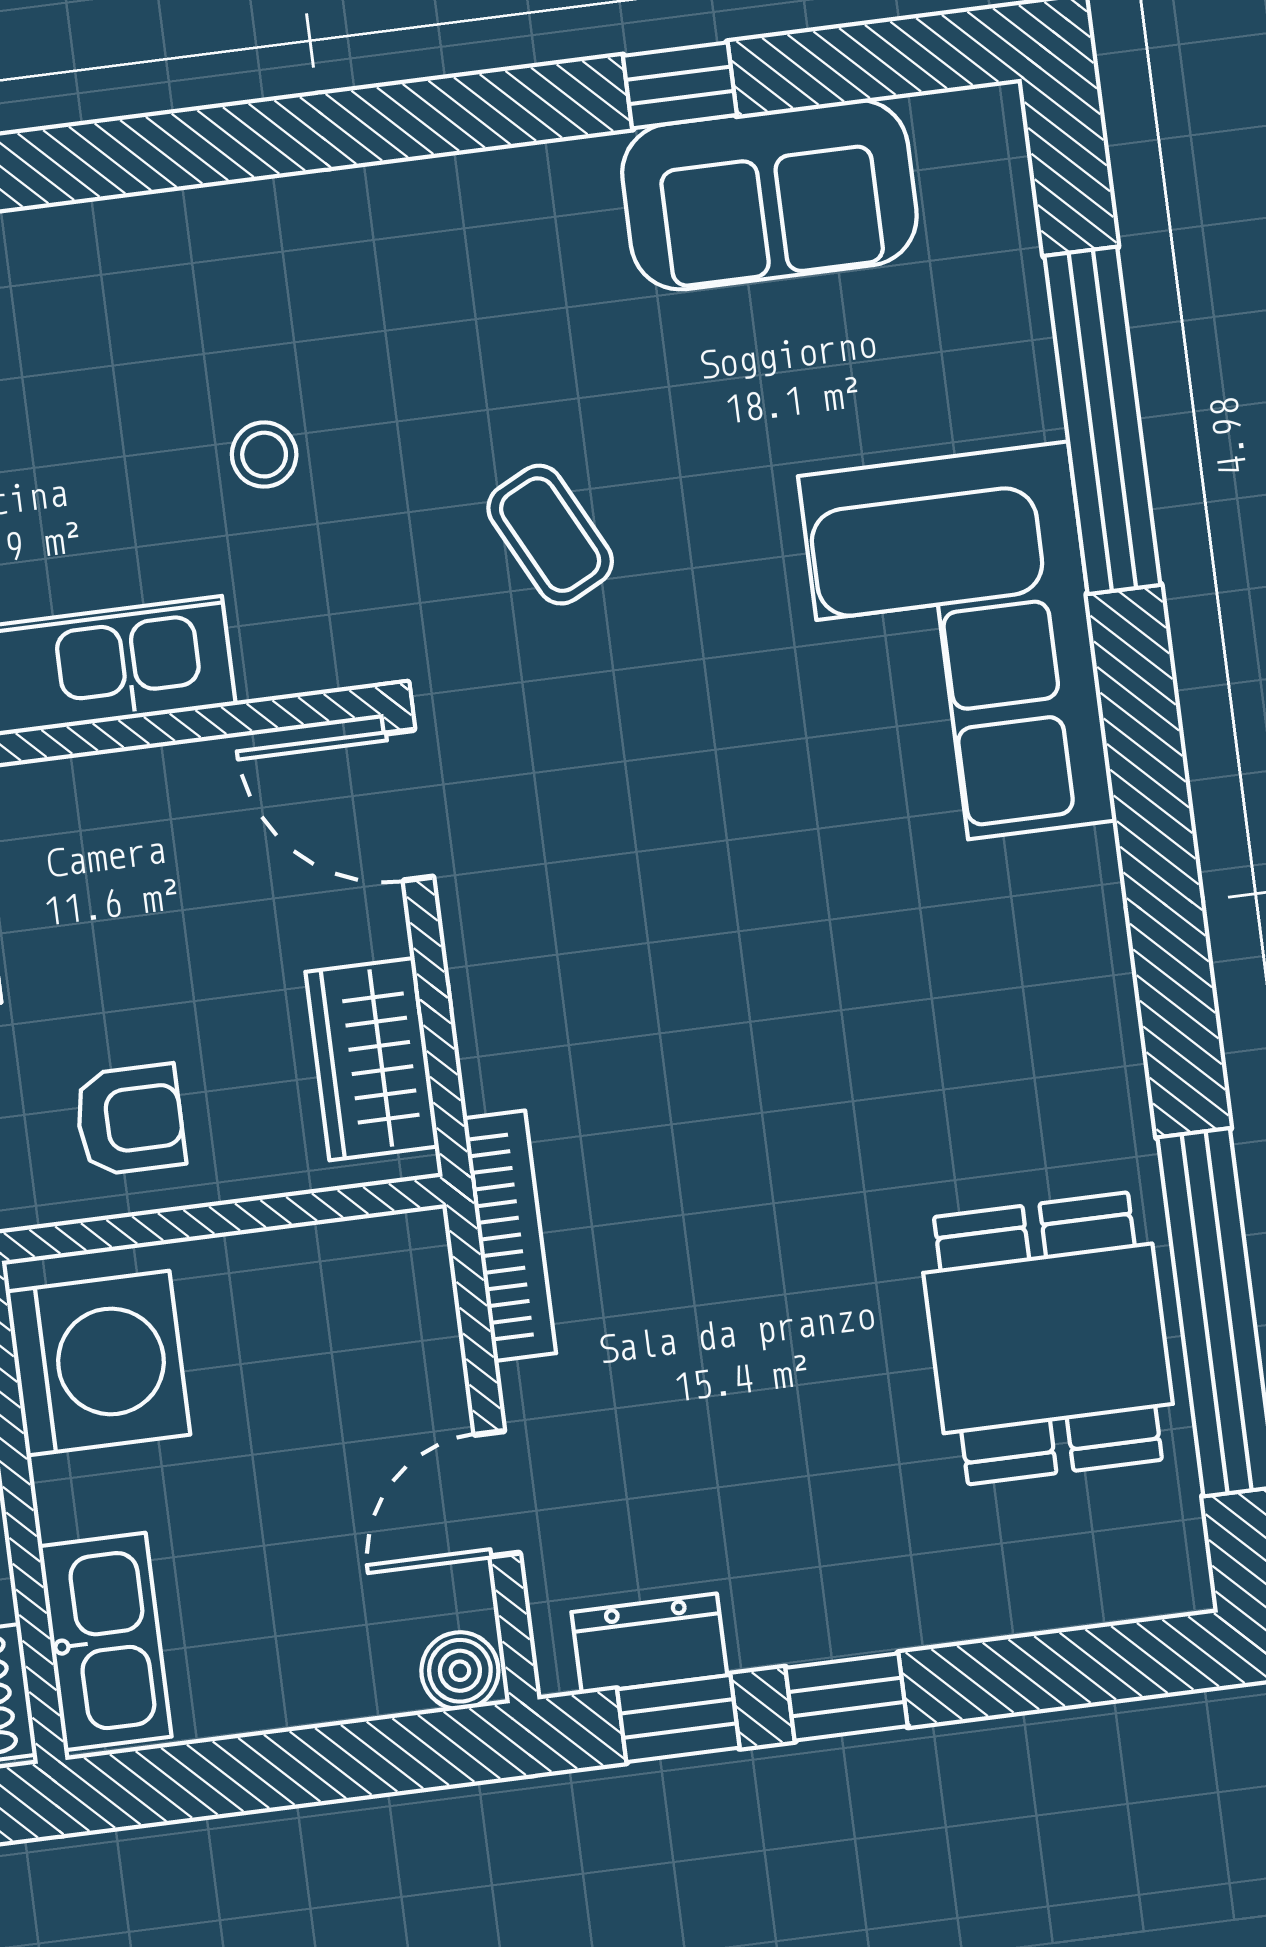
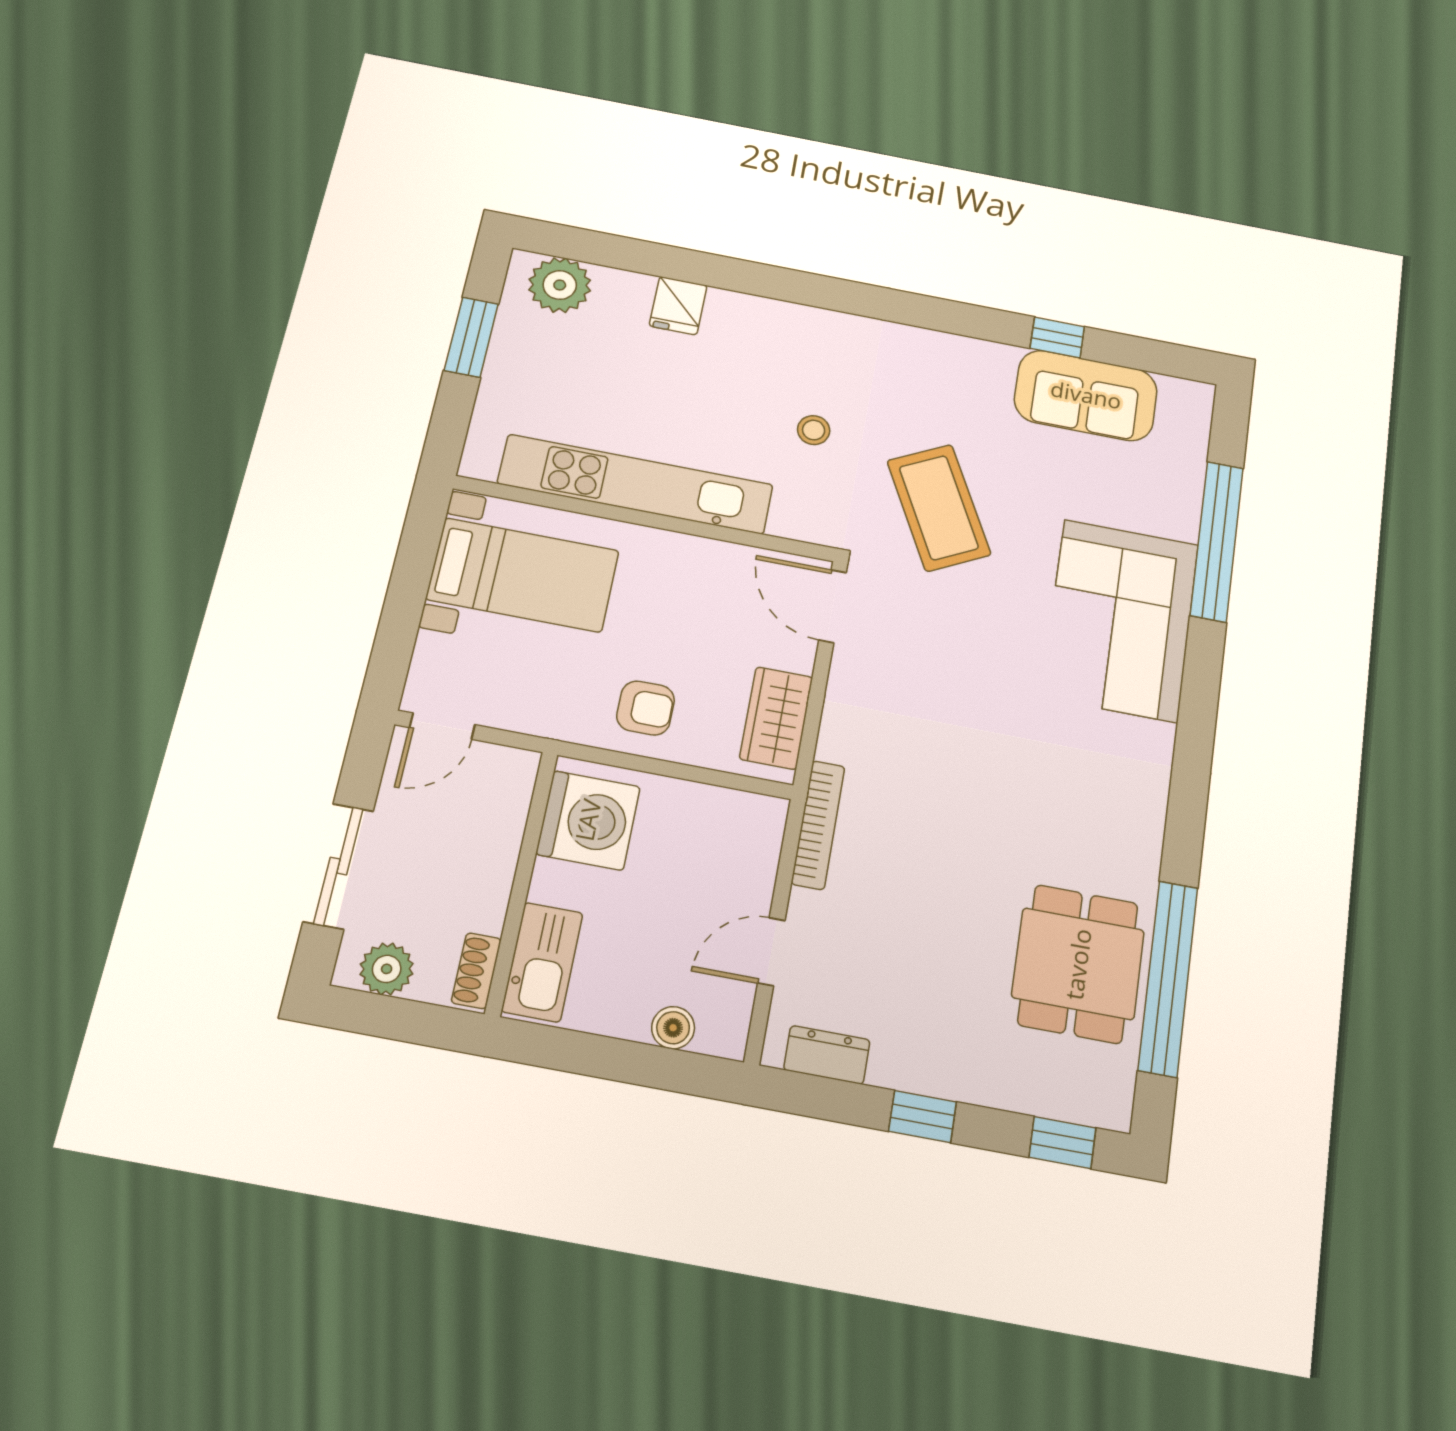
coffee table: (550, 535) -> (939, 508), width x1.86, depth x1.72
boiler: (460, 1671) -> (673, 1028), moved
window: (678, 1719) -> (1062, 1142), moved

